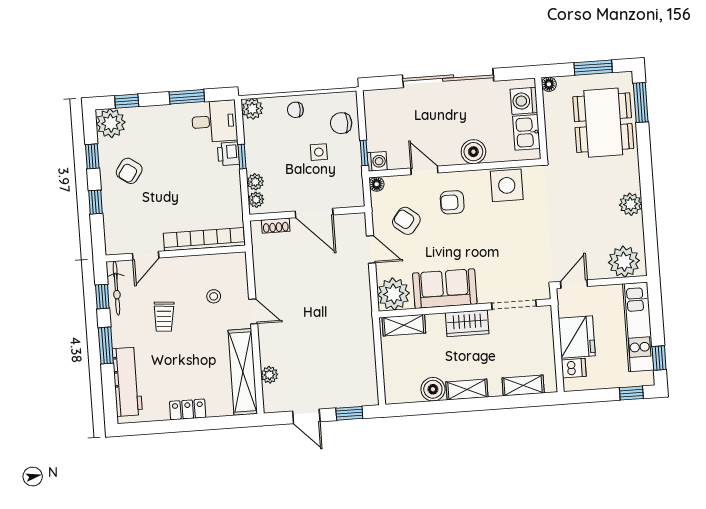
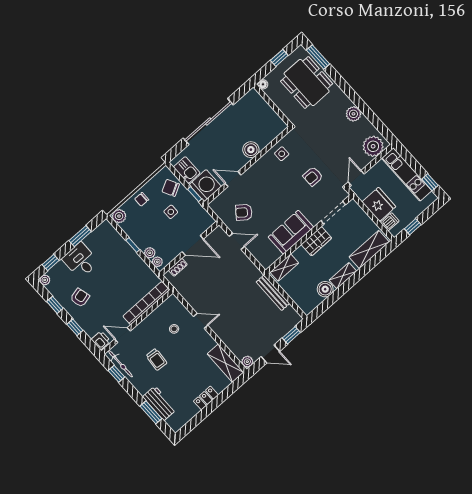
window: (593, 68) -> (279, 58), width x0.67
washing machine: (524, 101) -> (257, 103), removed
desk: (214, 121) -> (80, 260), moved, turned -90
plant: (111, 123) -> (45, 280), width x0.53, depth x0.53
chair: (341, 123) -> (171, 188), turned 62
kitchen sink: (526, 132) -> (187, 170), moved, turned 180
printer: (228, 154) -> (101, 340), moved, turned 180
washing machine: (377, 161) -> (205, 186), width x1.89, depth x1.89
armchair: (129, 171) -> (80, 298), turned -139
floor lamp: (377, 184) -> (214, 205), removed
side table: (507, 185) -> (282, 154), width x0.54, depth x0.54
armchair: (452, 202) -> (313, 176), moved
door: (146, 256) -> (122, 335), swing flipped
plant: (394, 294) -> (266, 255), removed
bench: (367, 345) -> (273, 293), added
window: (106, 346) -> (151, 412), moved
shelving: (243, 372) -> (225, 363), width x0.68
plant: (269, 375) -> (247, 362), moved
workbench: (127, 382) -> (159, 403), width x0.73
shelving: (523, 386) -> (369, 250), width x1.50, depth x1.33
window: (631, 393) -> (413, 227), moved

